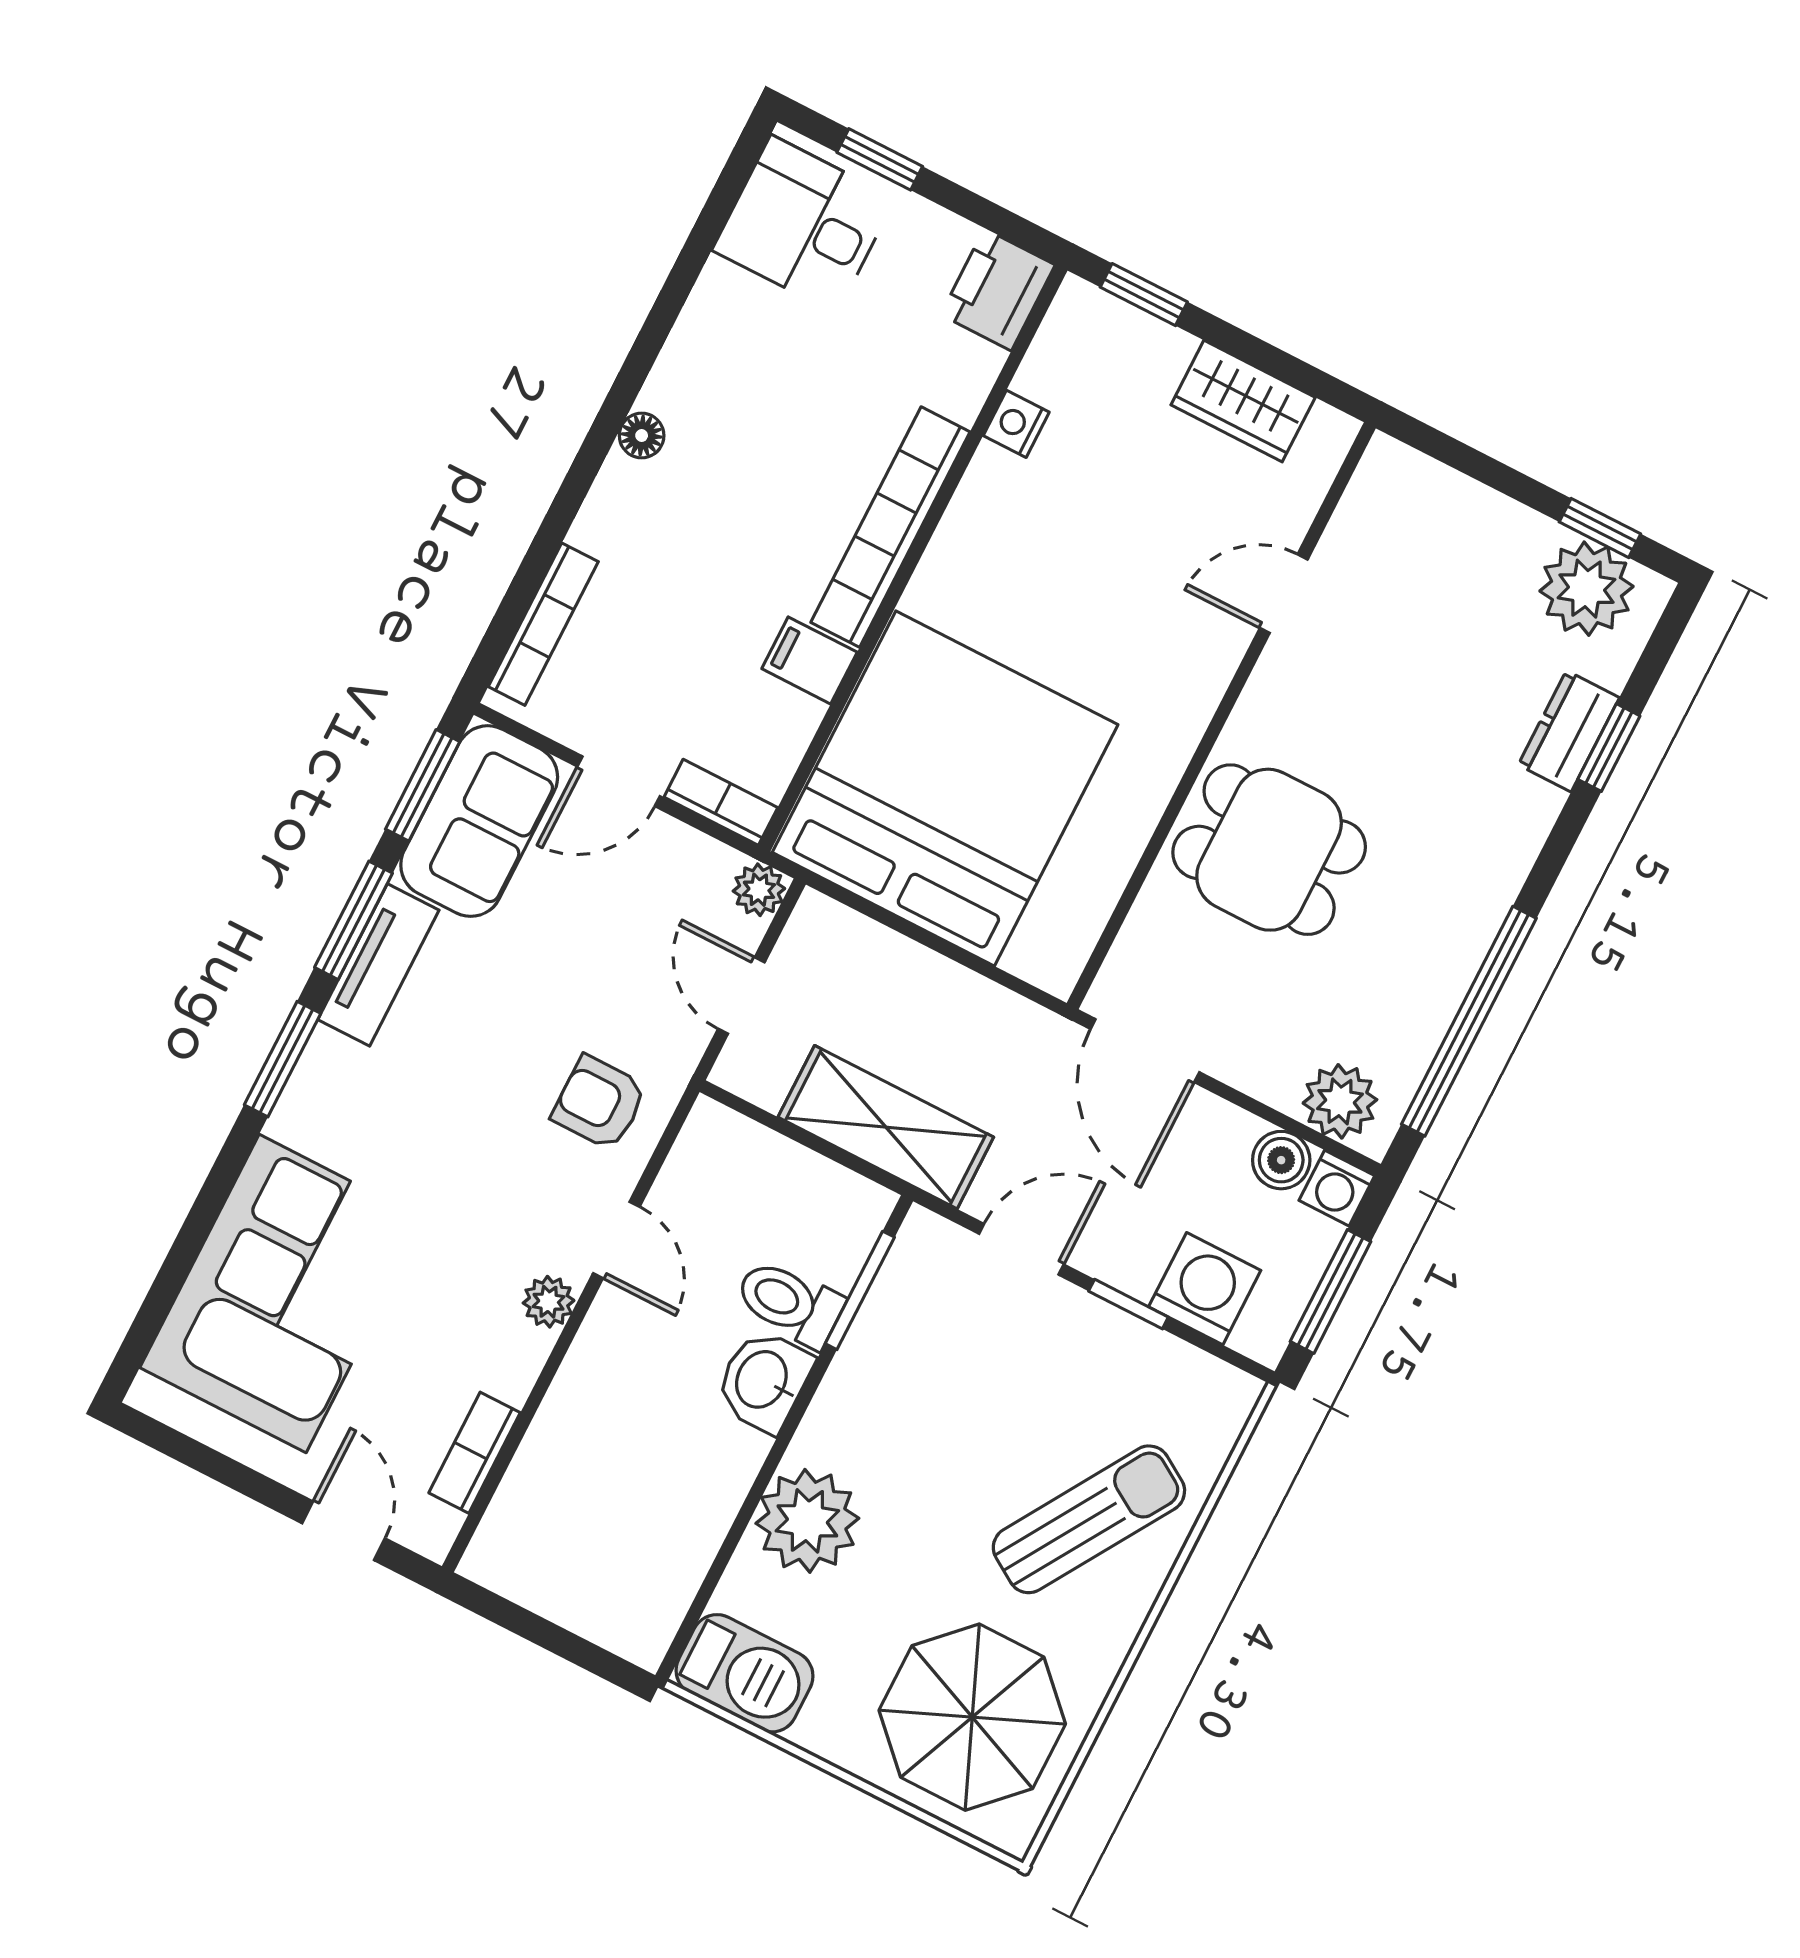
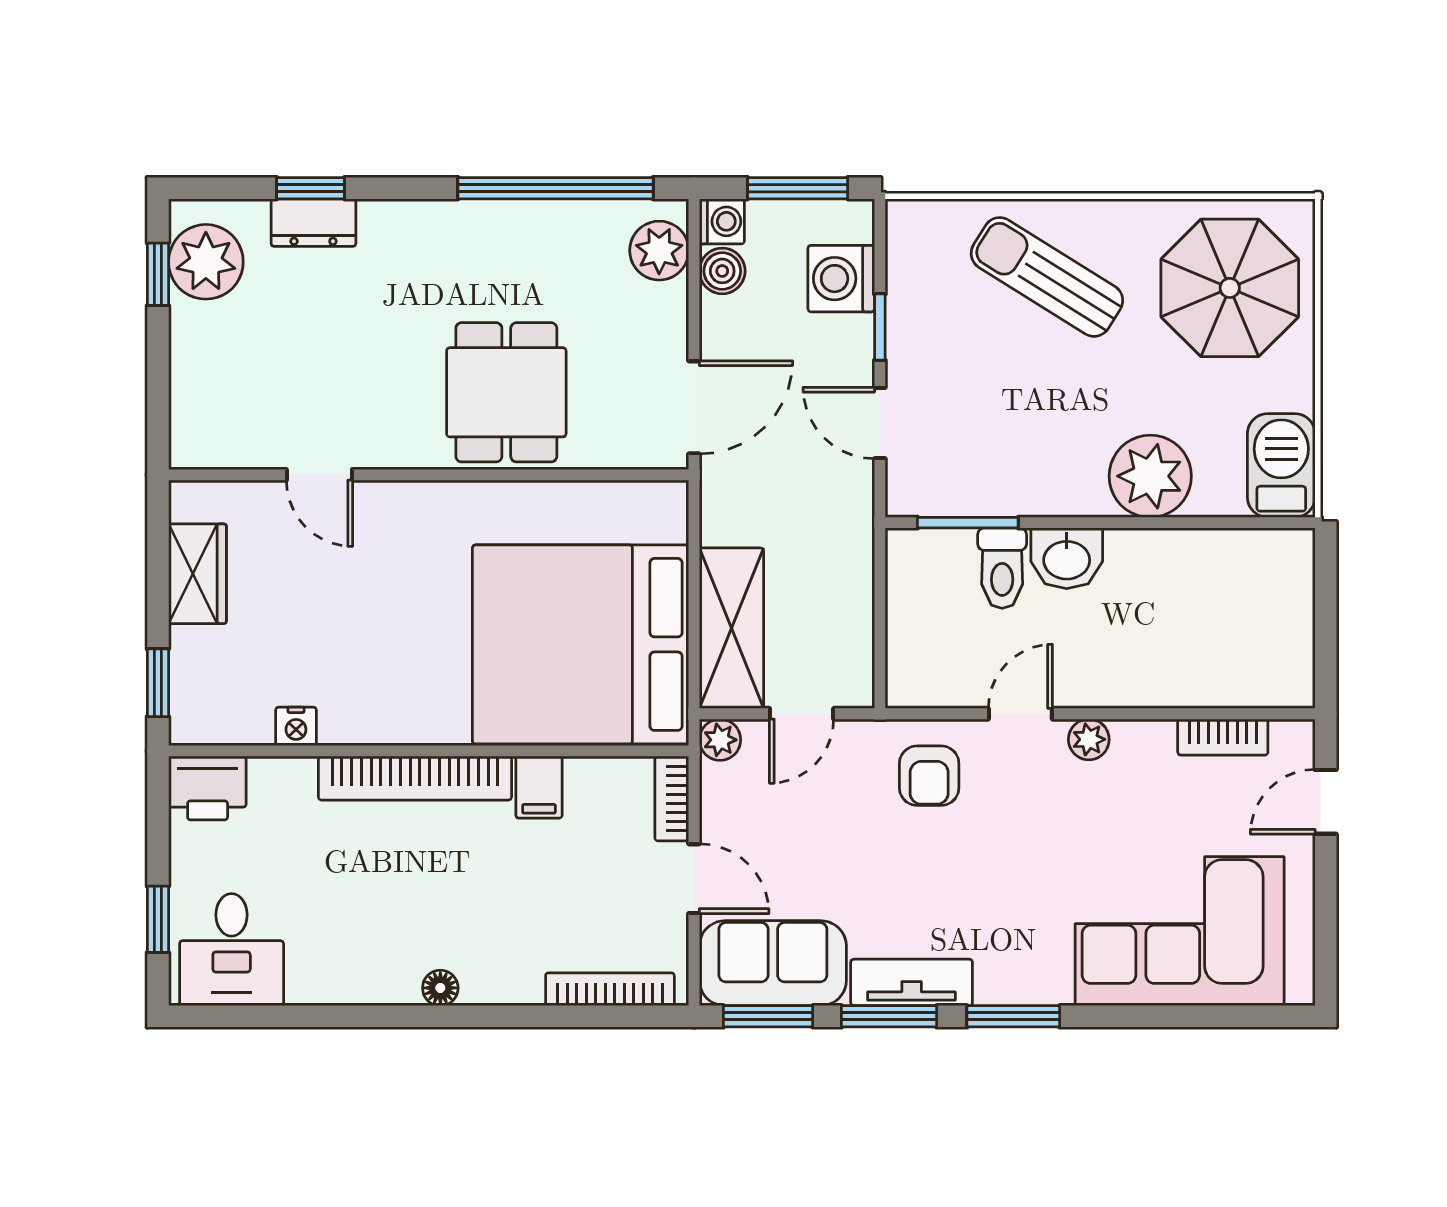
shelving: (886, 1127) -> (731, 628), moved

